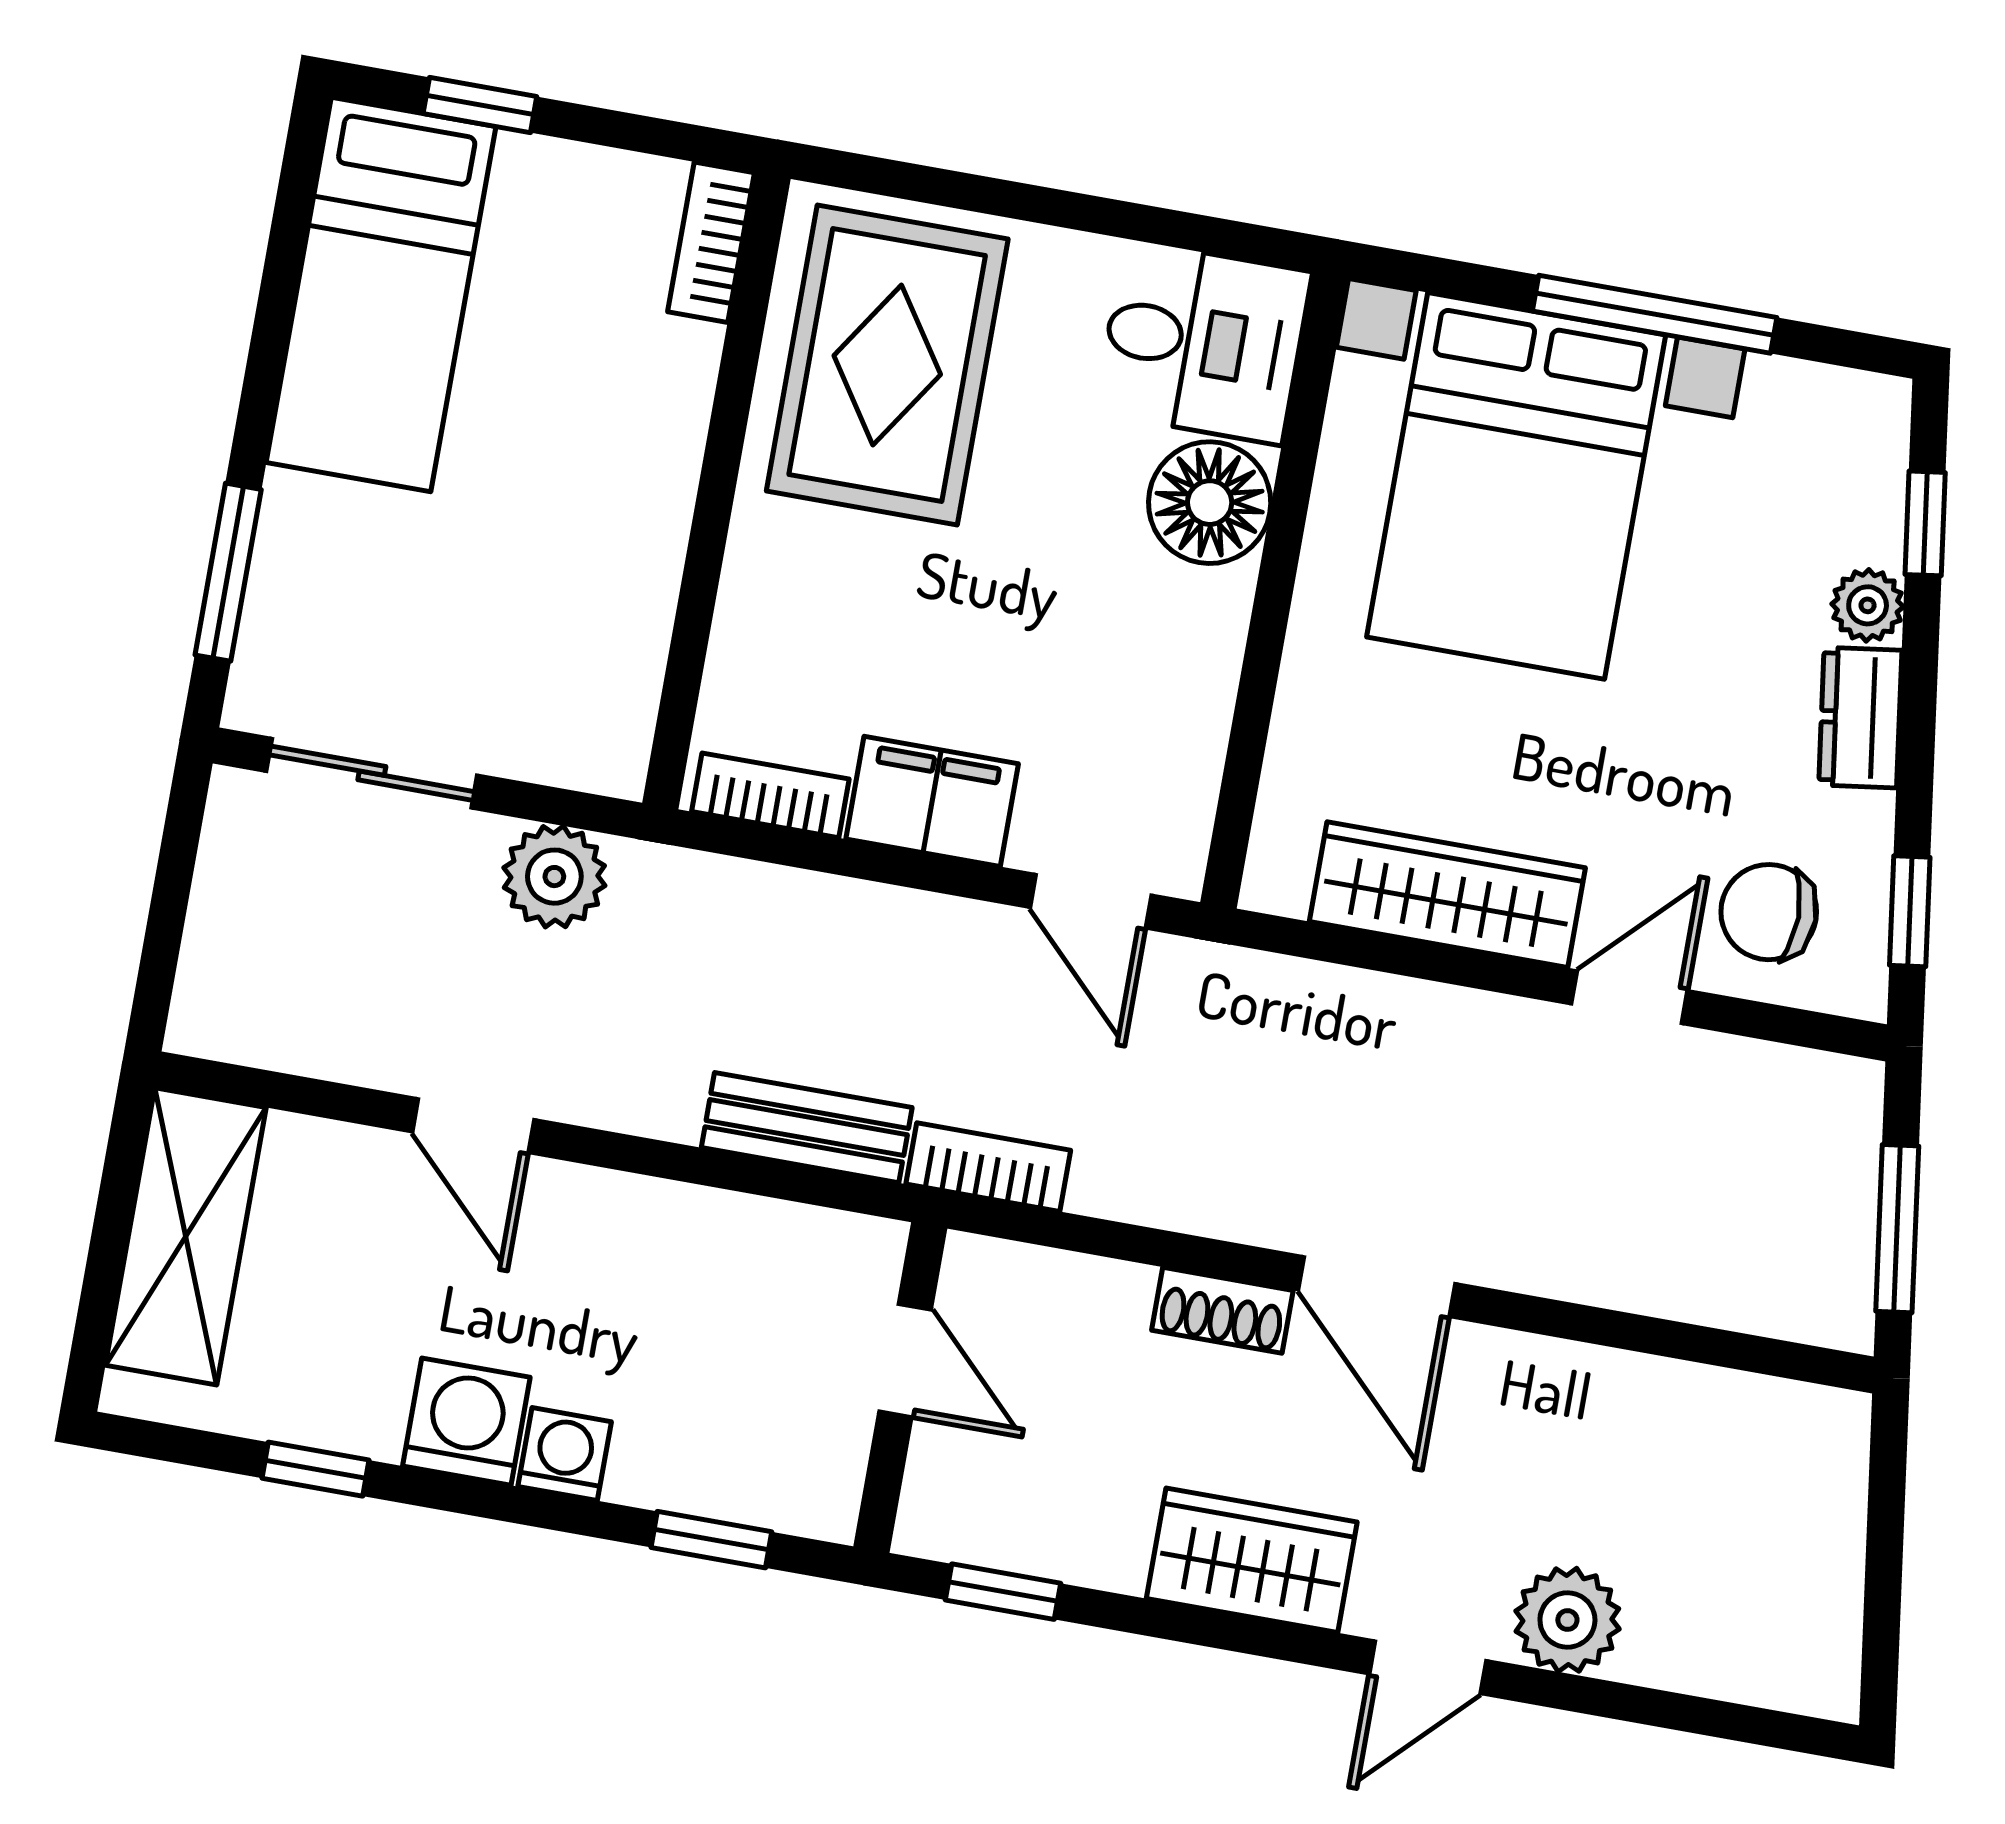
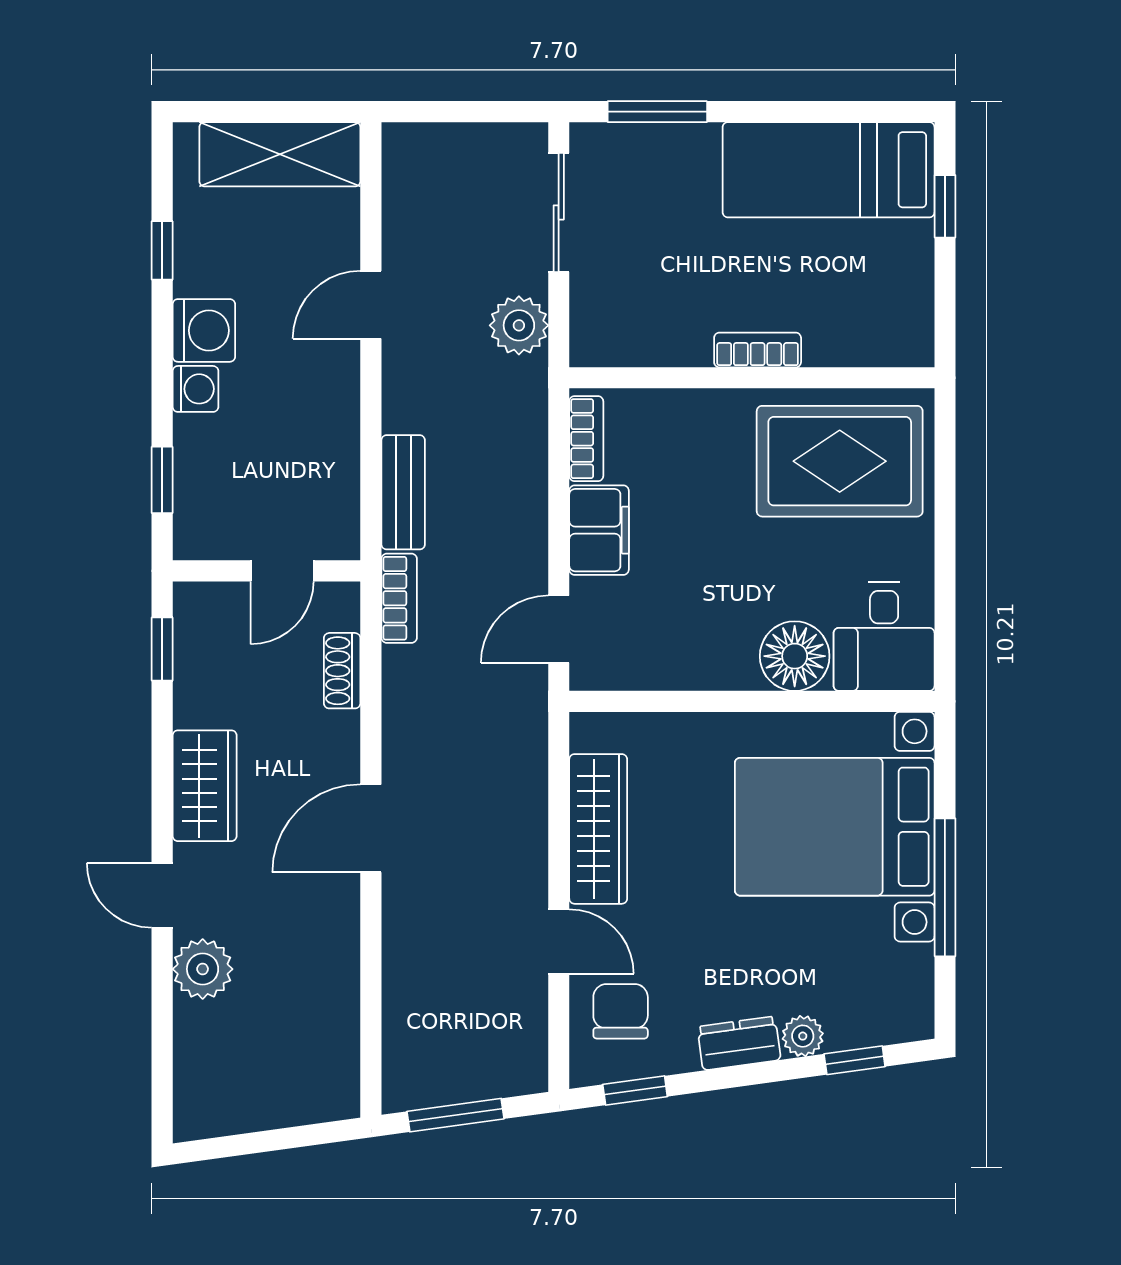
bookcase: (711, 242) -> (758, 350), moved
shoe rack: (1222, 1310) -> (342, 671), moved

